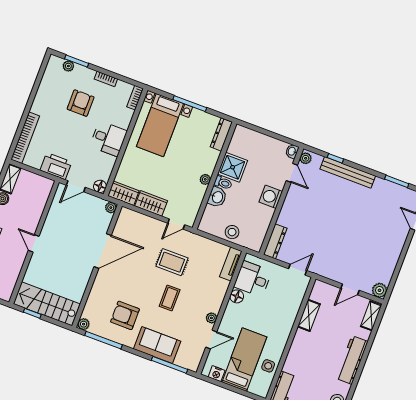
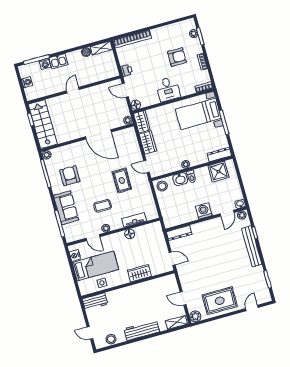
printer: (56, 166) -> (126, 70), width x0.53, depth x0.68
shower: (233, 167) -> (218, 172), moved
stool: (232, 232) -> (162, 186), moved
rug: (382, 251) -> (220, 301), added
tv unit: (231, 264) -> (134, 220), moved
desk: (253, 279) -> (147, 236), removed
coffee table: (170, 298) -> (103, 206), moved
shelving: (309, 315) -> (150, 285), removed
wardrobe: (288, 317) -> (139, 273), added

